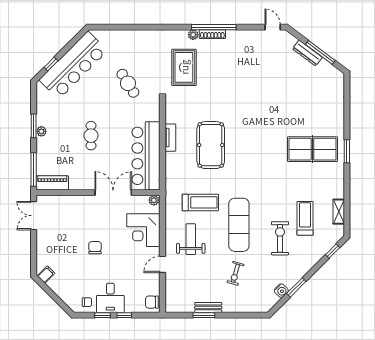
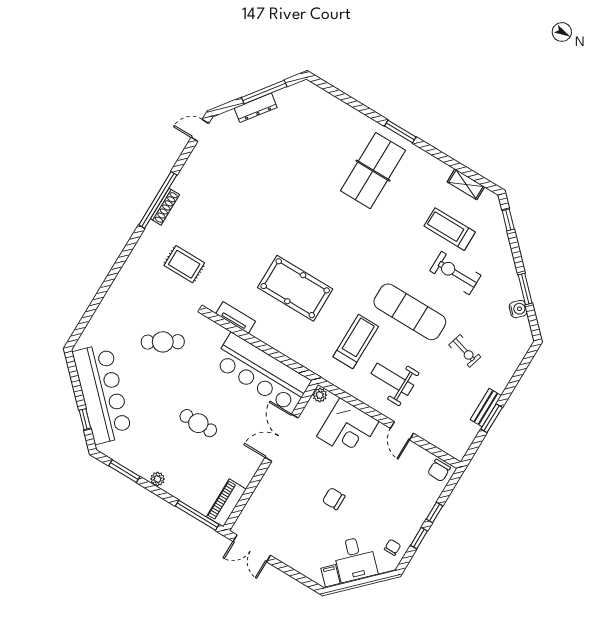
plant: (193, 35) -> (152, 230), removed
rug: (184, 67) -> (184, 264), width x0.73, depth x0.70
window: (34, 126) -> (124, 471), moved
tv unit: (170, 138) -> (236, 318), moved
desk: (110, 298) -> (355, 559), moved, turned 45

